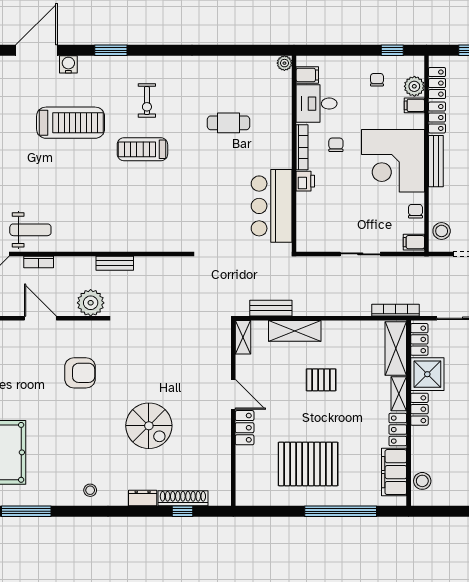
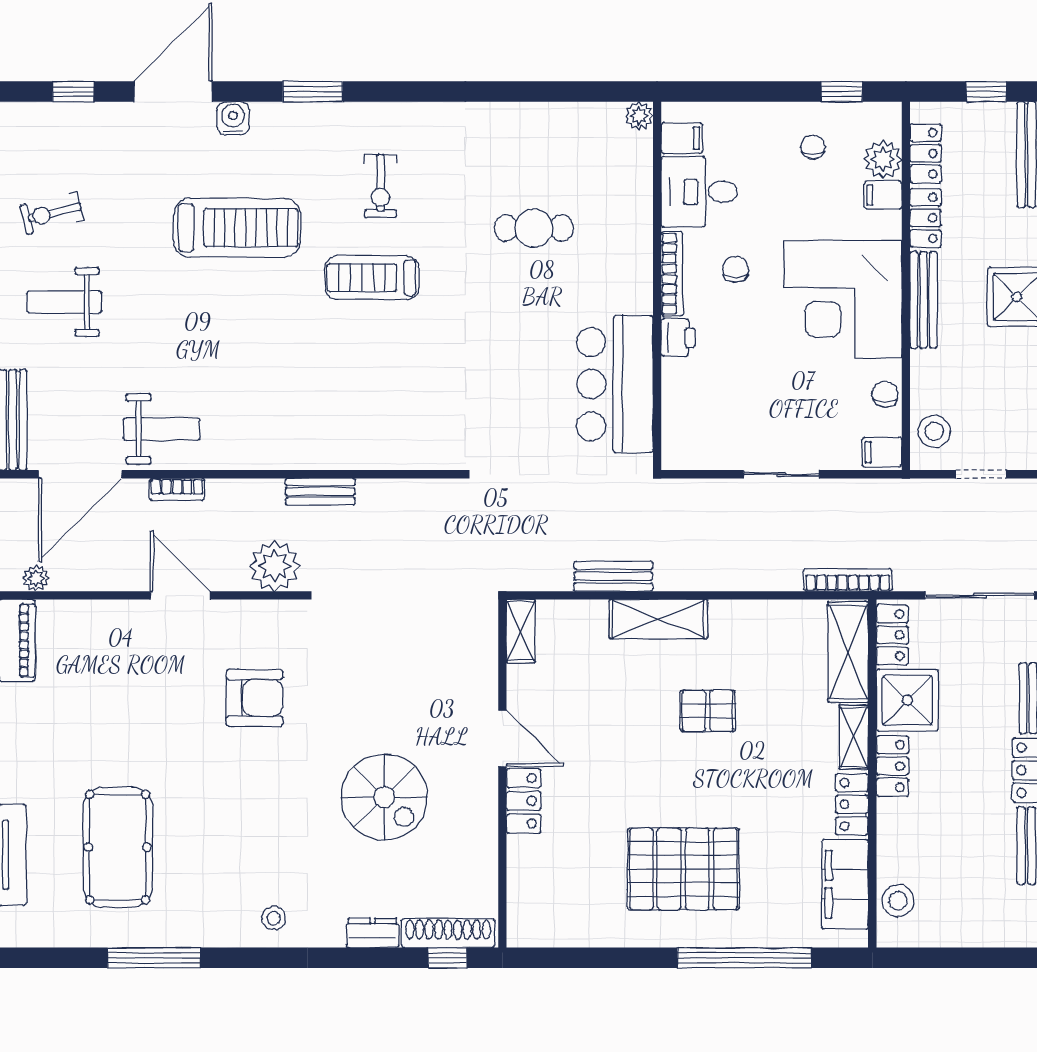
shelving: (243, 337) -> (521, 631), moved
door: (233, 394) -> (502, 738), moved
wall: (233, 413) -> (502, 774), moved
locker: (245, 428) -> (524, 801), moved

